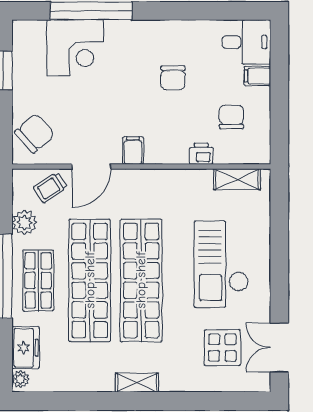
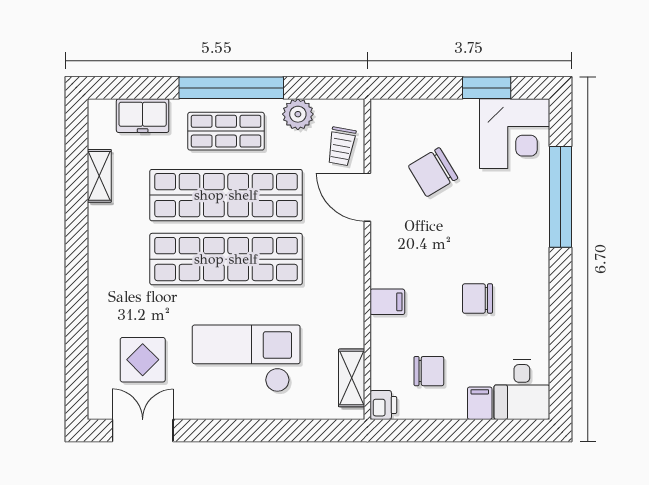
corner desk: (75, 48) -> (515, 134), moved, turned -90
chair: (35, 133) -> (433, 172), moved, turned 101
filing cabinet: (133, 150) -> (387, 302), moved
printer: (201, 154) -> (383, 405), moved
trolley: (50, 187) -> (341, 146), turned -137
plant: (21, 379) -> (104, 109), removed
shelving: (137, 383) -> (99, 176), moved

